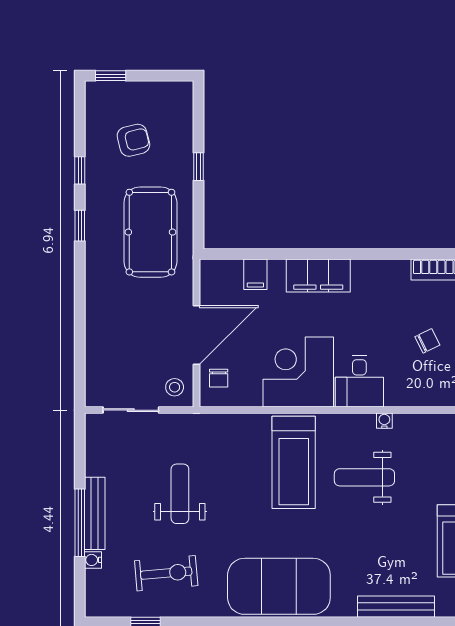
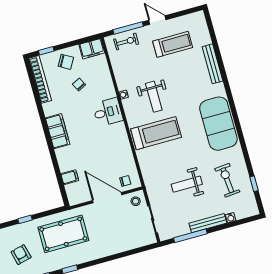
filing cabinet: (318, 276) -> (58, 131), moved
corner desk: (298, 372) -> (111, 143), removed
window: (80, 523) -> (190, 236), moved

